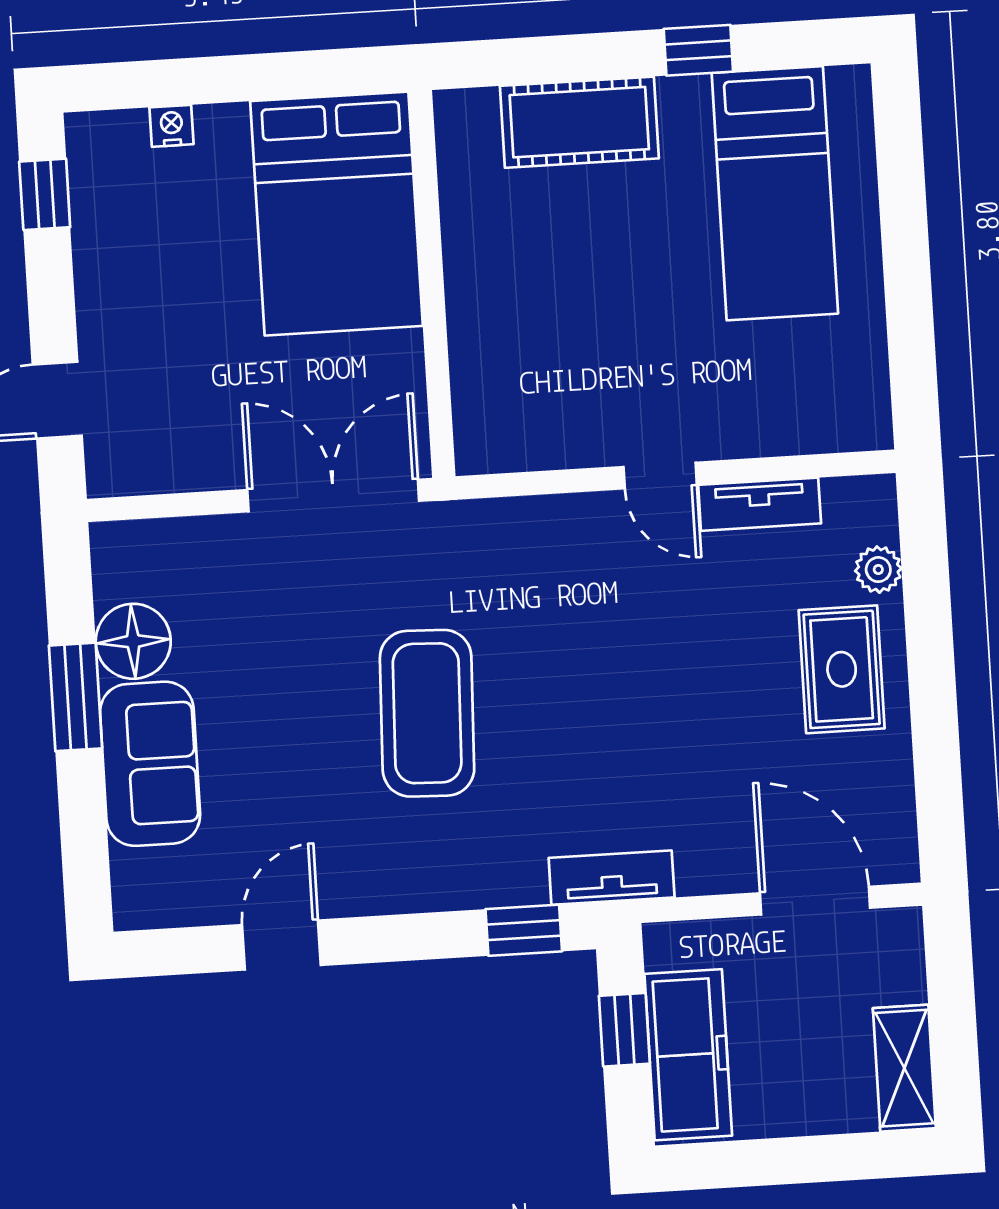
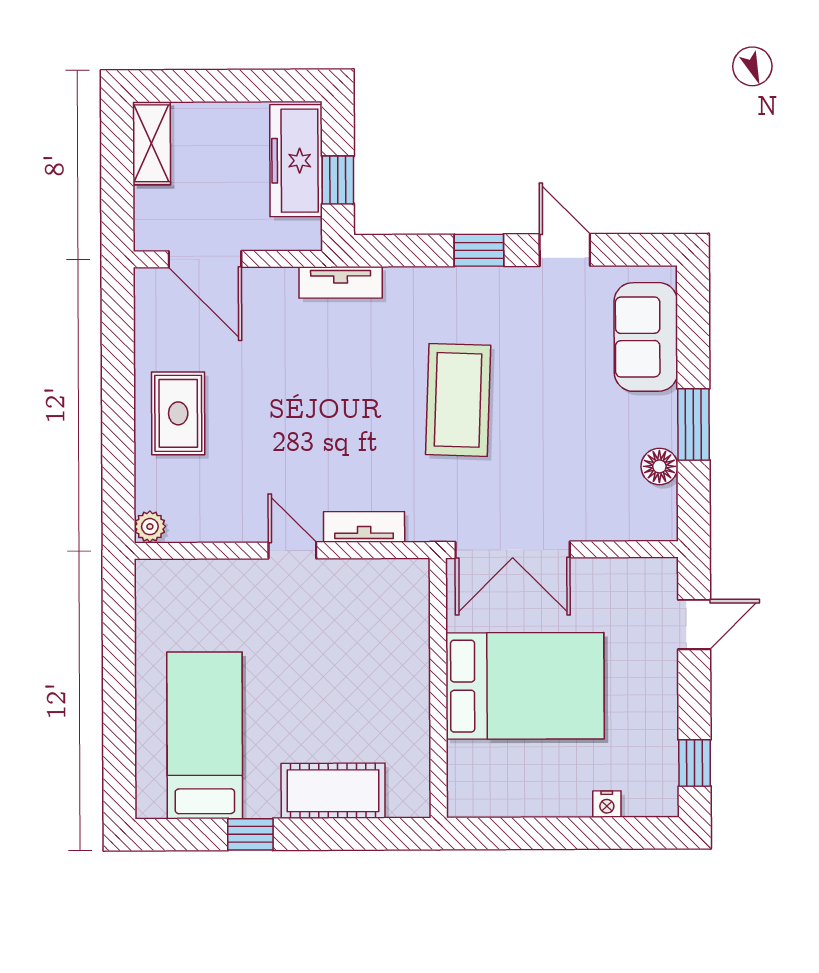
bed: (337, 214) -> (525, 686), moved, turned 90
tv unit: (760, 504) -> (364, 527), moved
plant: (878, 570) -> (150, 527), moved
floor lamp: (133, 641) -> (659, 466), width x0.73, depth x0.73
sofa: (150, 764) -> (646, 337), moved
window: (524, 930) -> (479, 250), moved
door: (281, 945) -> (565, 250), swing flipped

